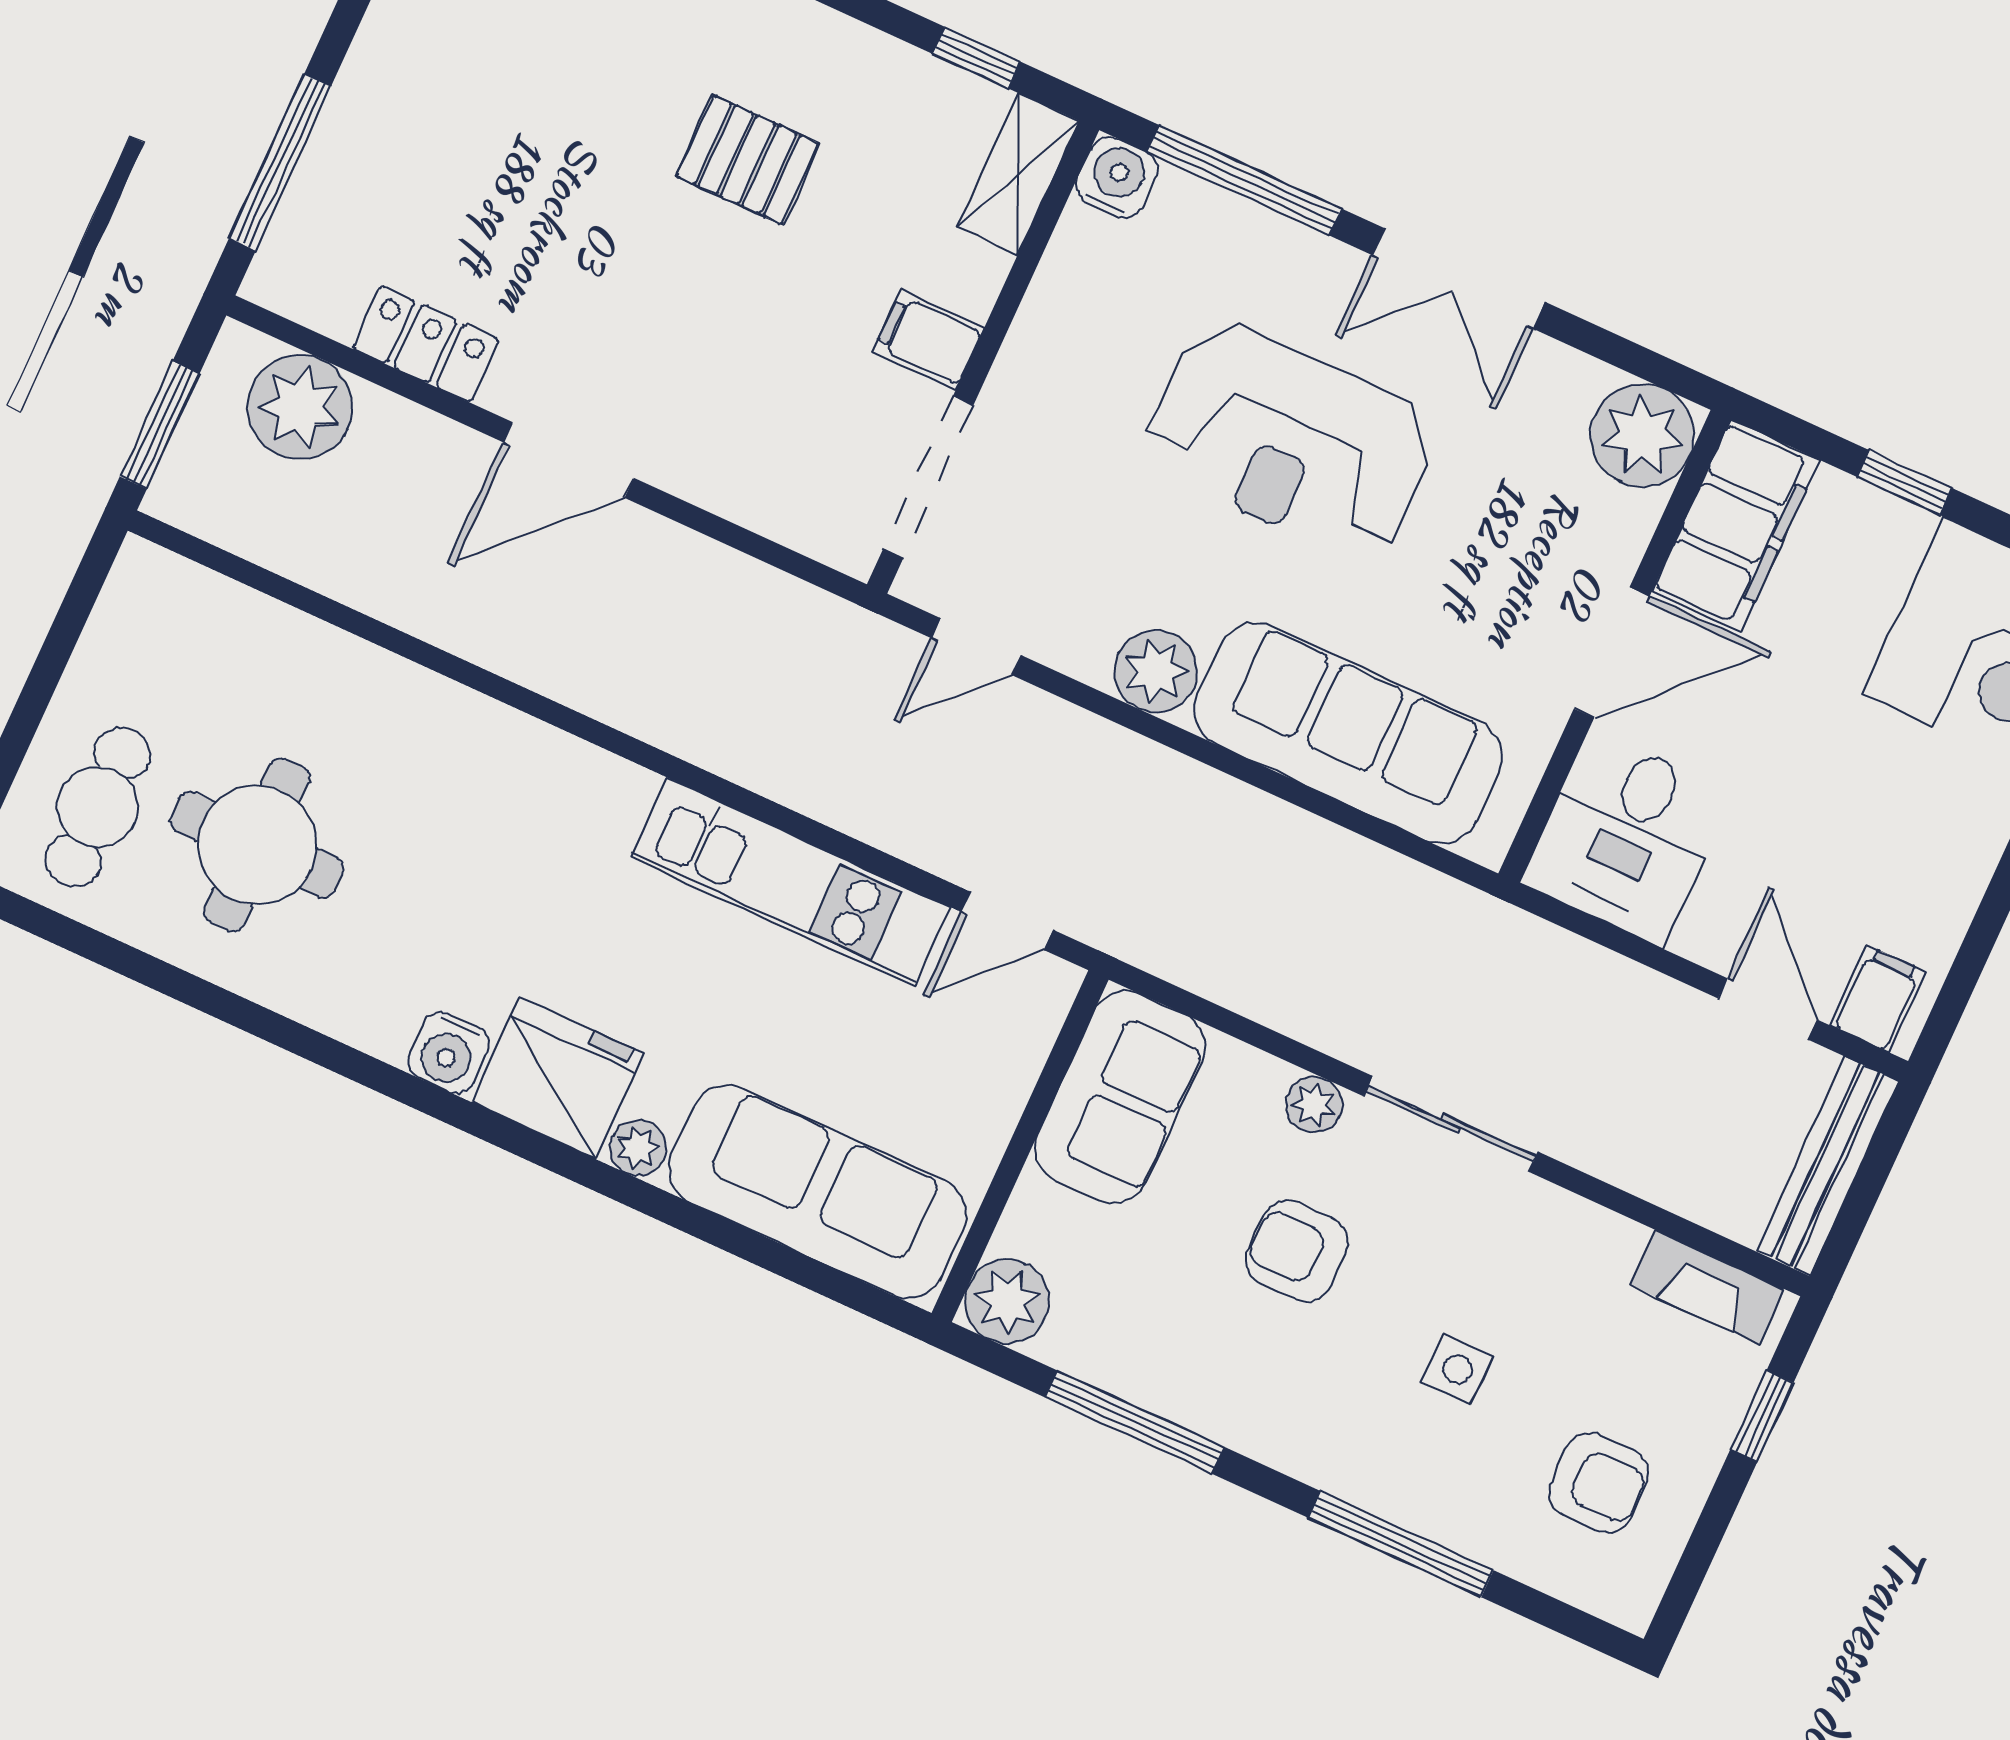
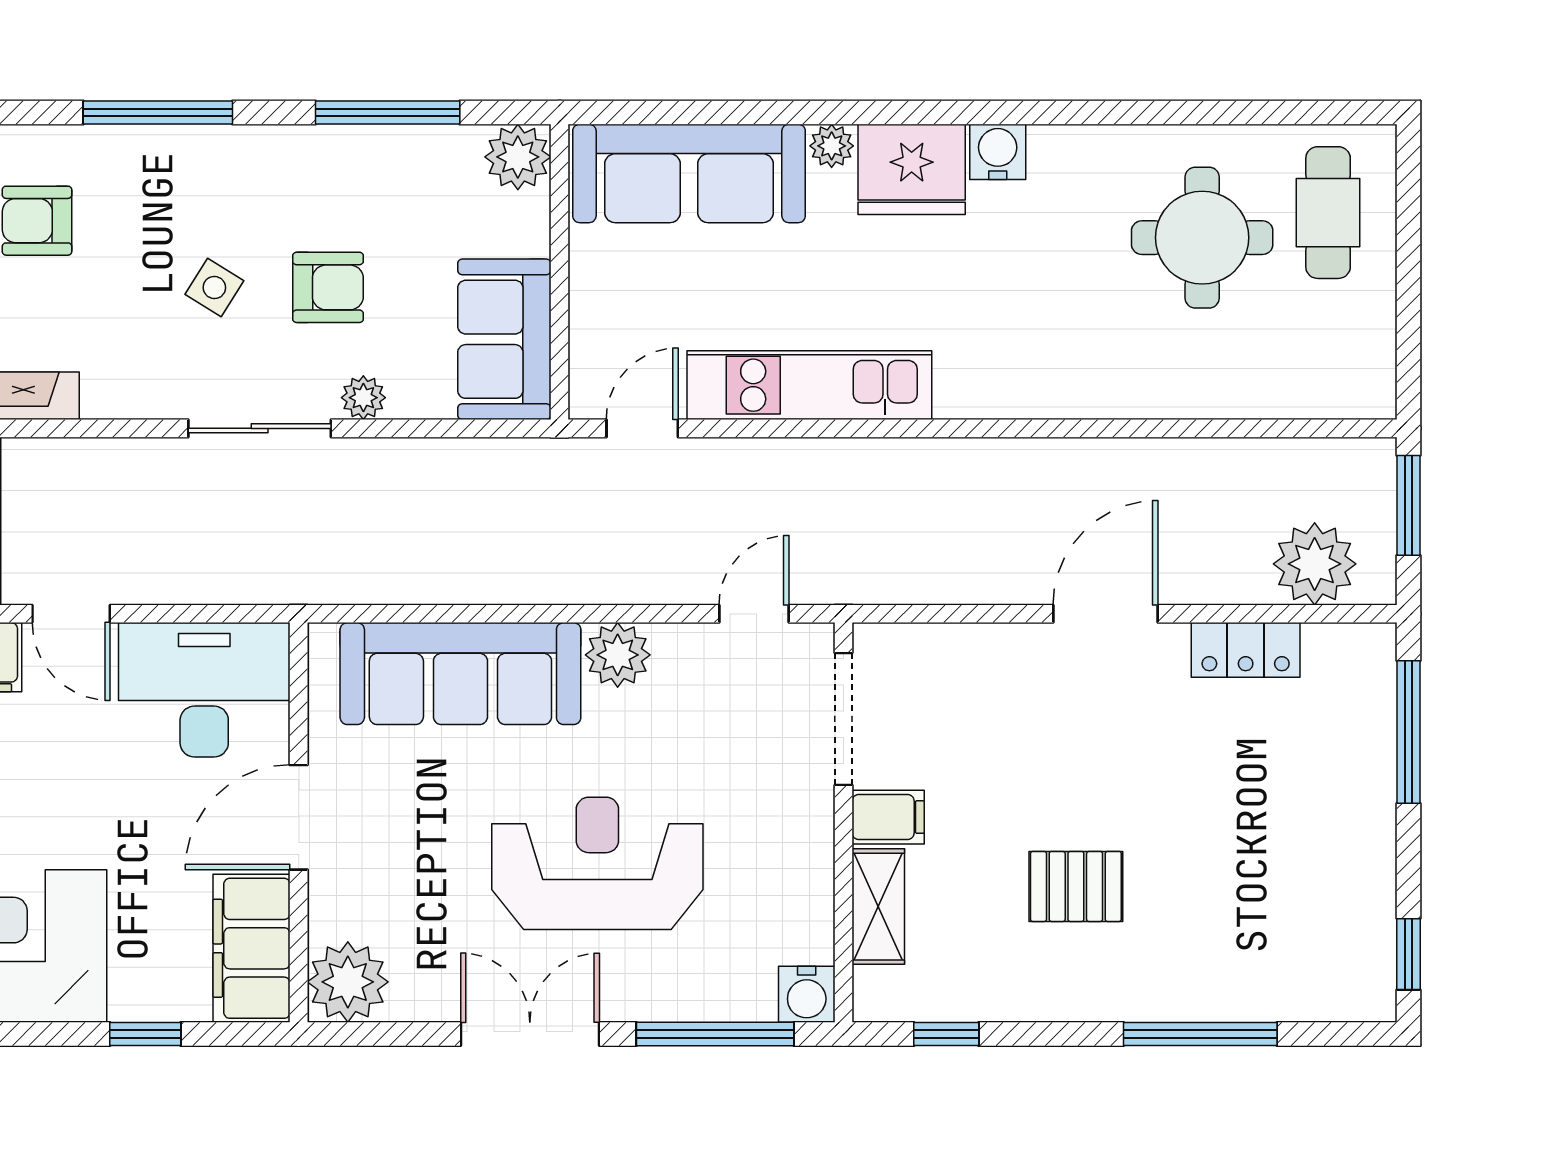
shelving: (1018, 174) -> (878, 907), moved
desk: (1627, 838) -> (204, 690), width x1.37
side table: (1457, 1369) -> (214, 288), moved, turned 32

